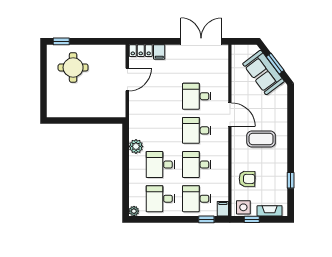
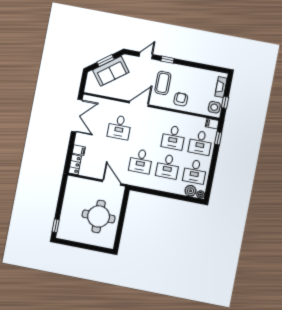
double door: (201, 41) -> (77, 116), swing flipped
round table: (73, 67) -> (99, 216), moved, width x1.36, depth x1.36
door: (127, 79) -> (112, 183), moved
door: (291, 112) -> (146, 56), added
desk: (197, 130) -> (141, 161), moved
plant: (136, 146) -> (190, 191), moved
armchair: (247, 179) -> (181, 99), moved
window: (291, 180) -> (168, 60), moved

